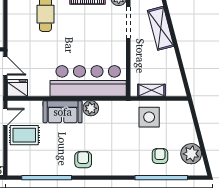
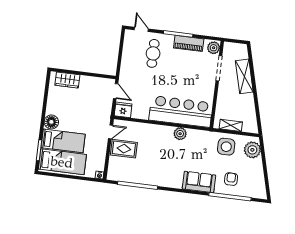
sofa: (63, 112) -> (199, 182), moved, turned 180
plant: (191, 154) -> (252, 150), moved
armchair: (83, 160) -> (169, 174), removed

